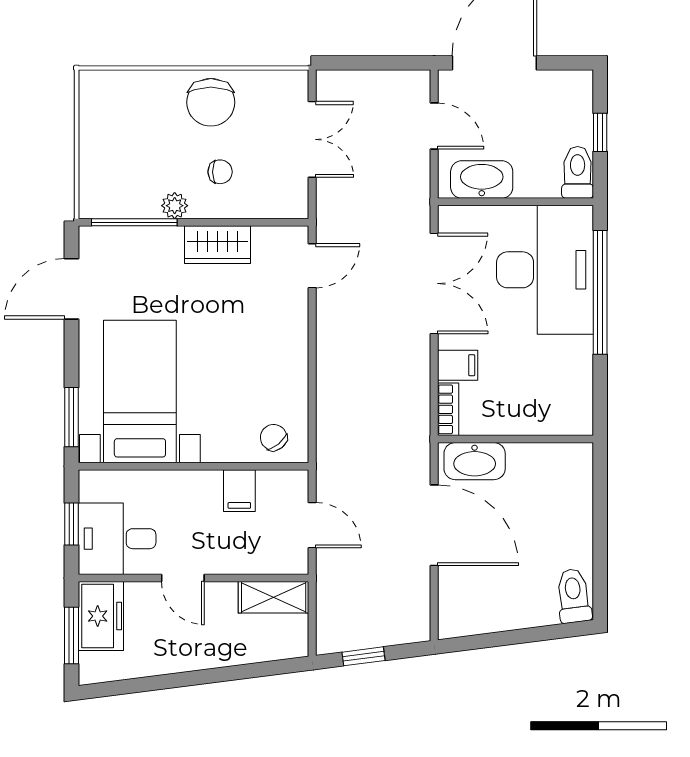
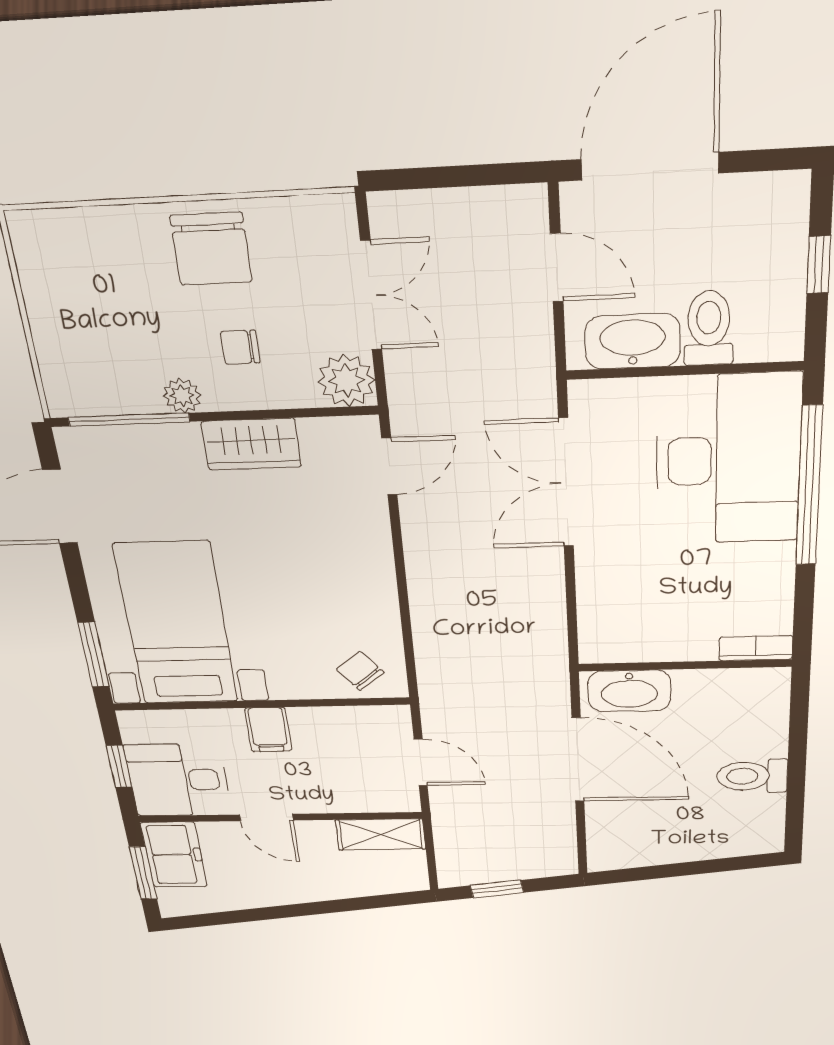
chair: (220, 172) -> (240, 347), turned 180
toilet: (578, 172) -> (709, 328), moved
plant: (289, 199) -> (346, 380), added
double door: (434, 283) -> (566, 483), swing flipped
filing cabinet: (458, 365) -> (603, 582), removed
bookcase: (448, 409) -> (756, 648), moved, turned -90
filing cabinet: (239, 491) -> (268, 730), moved
toilet: (574, 596) -> (752, 776), moved, turned -83

